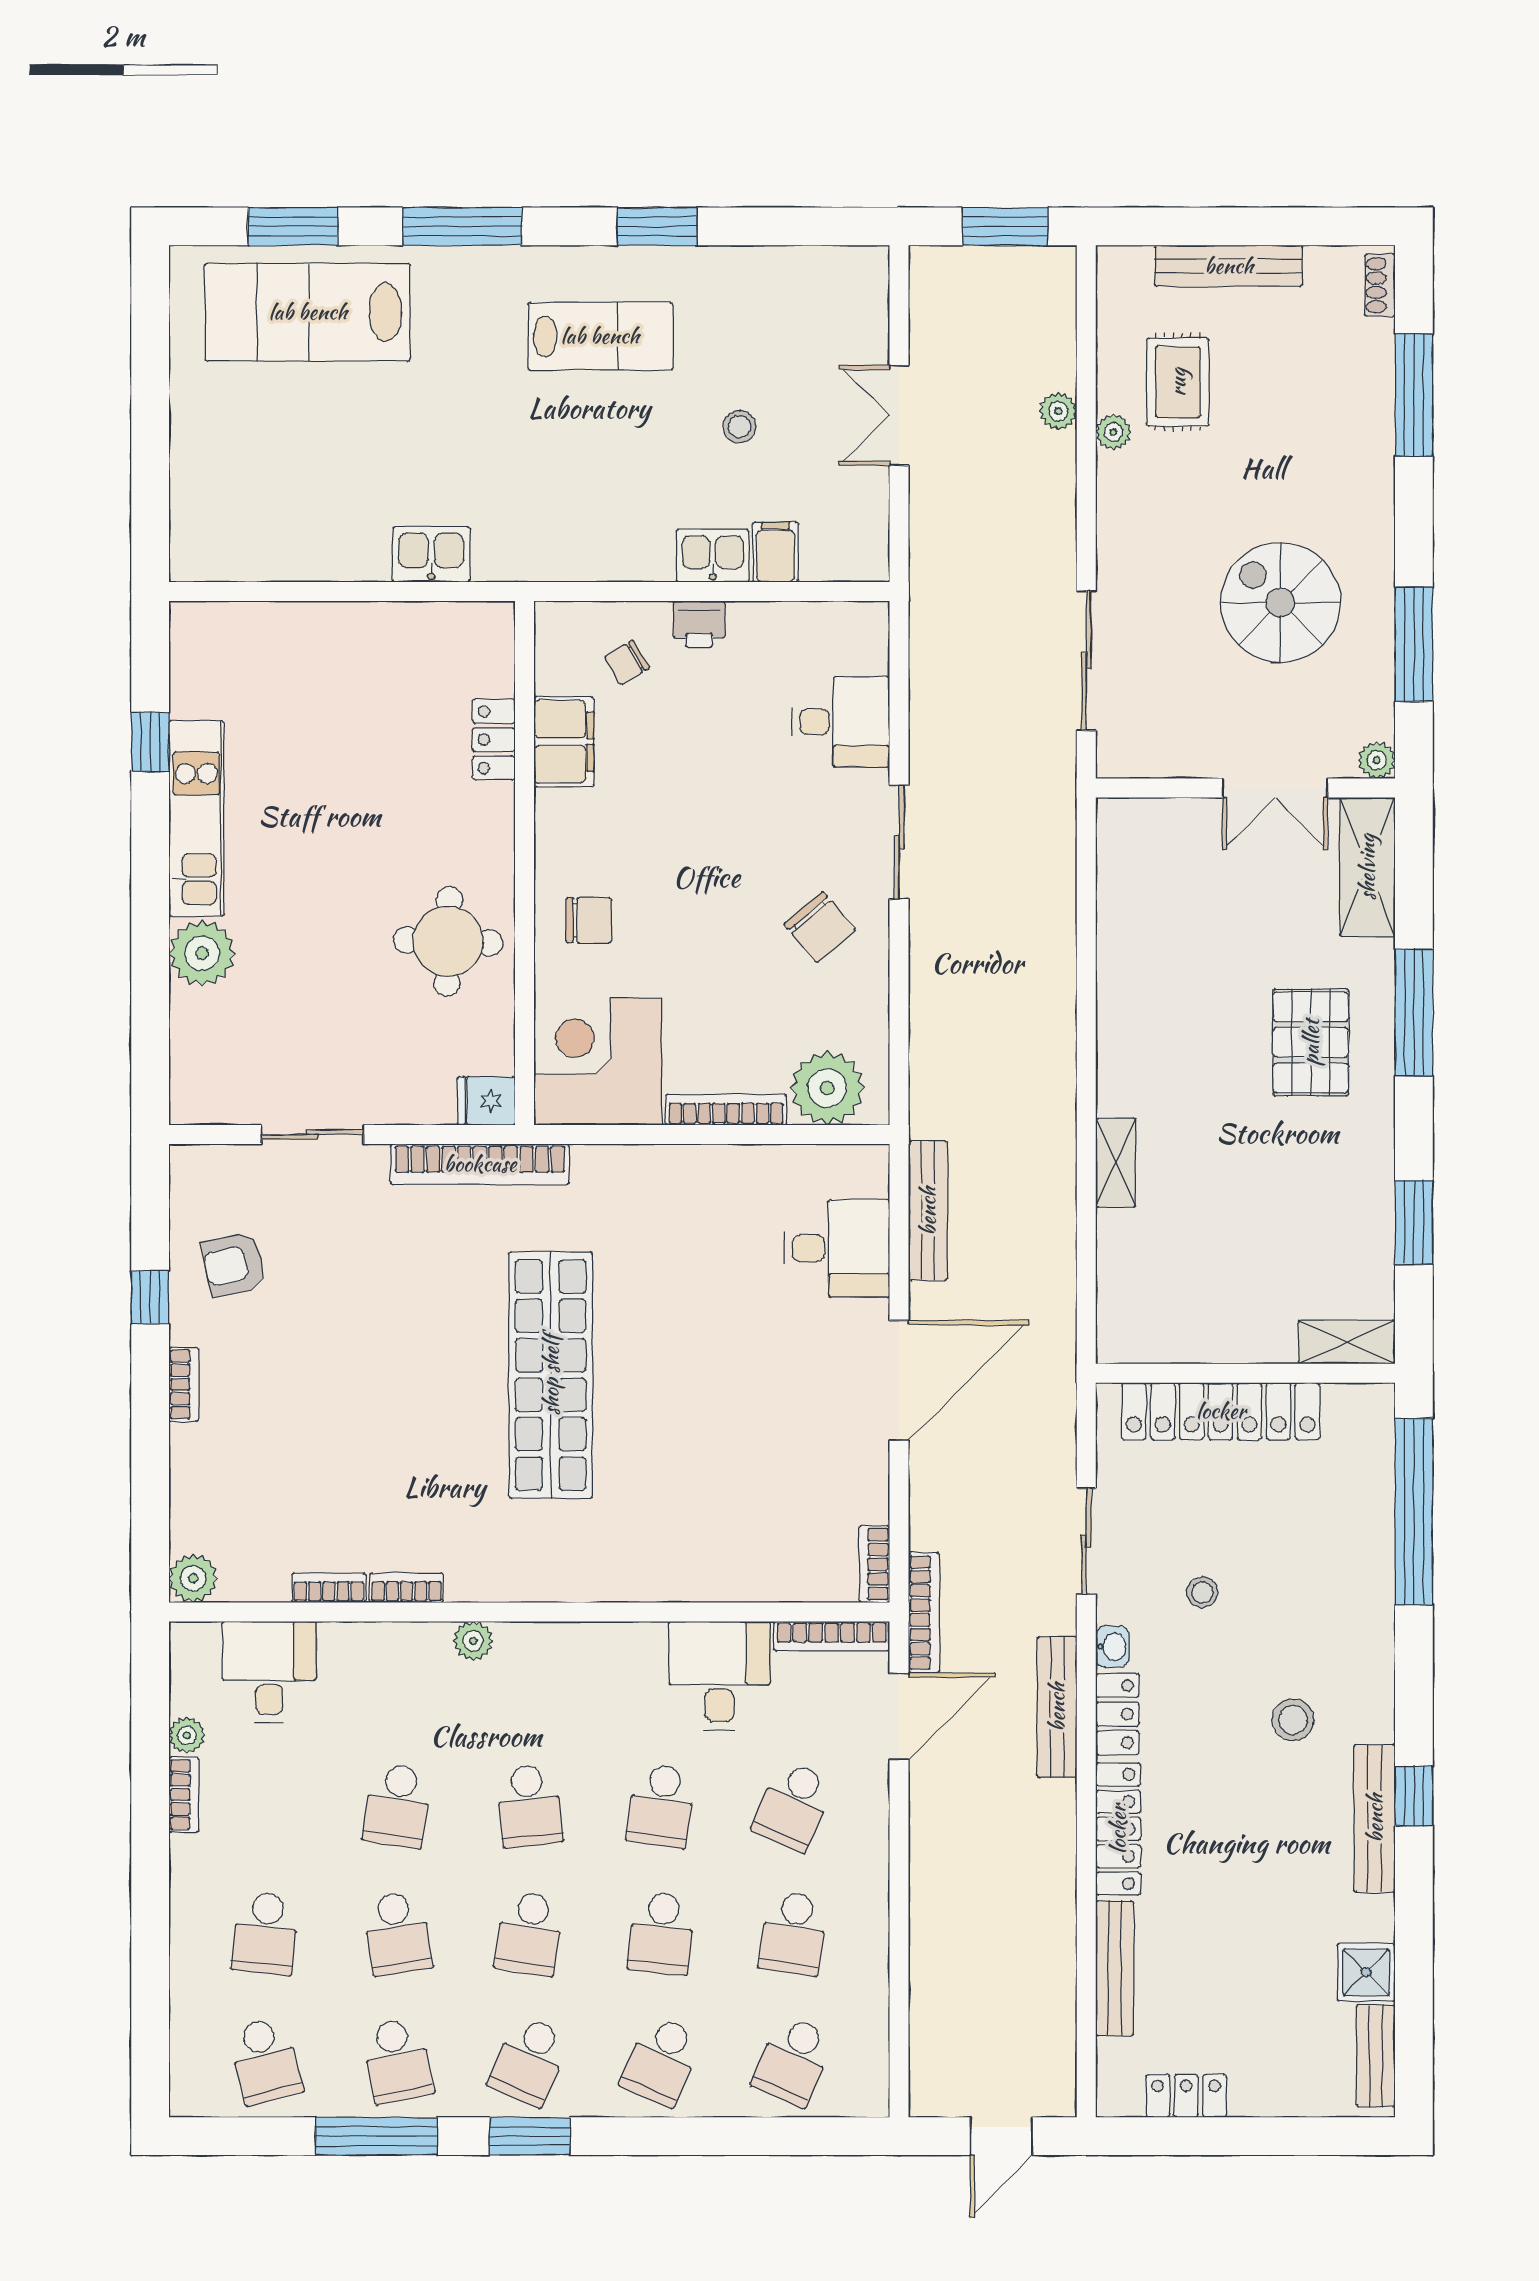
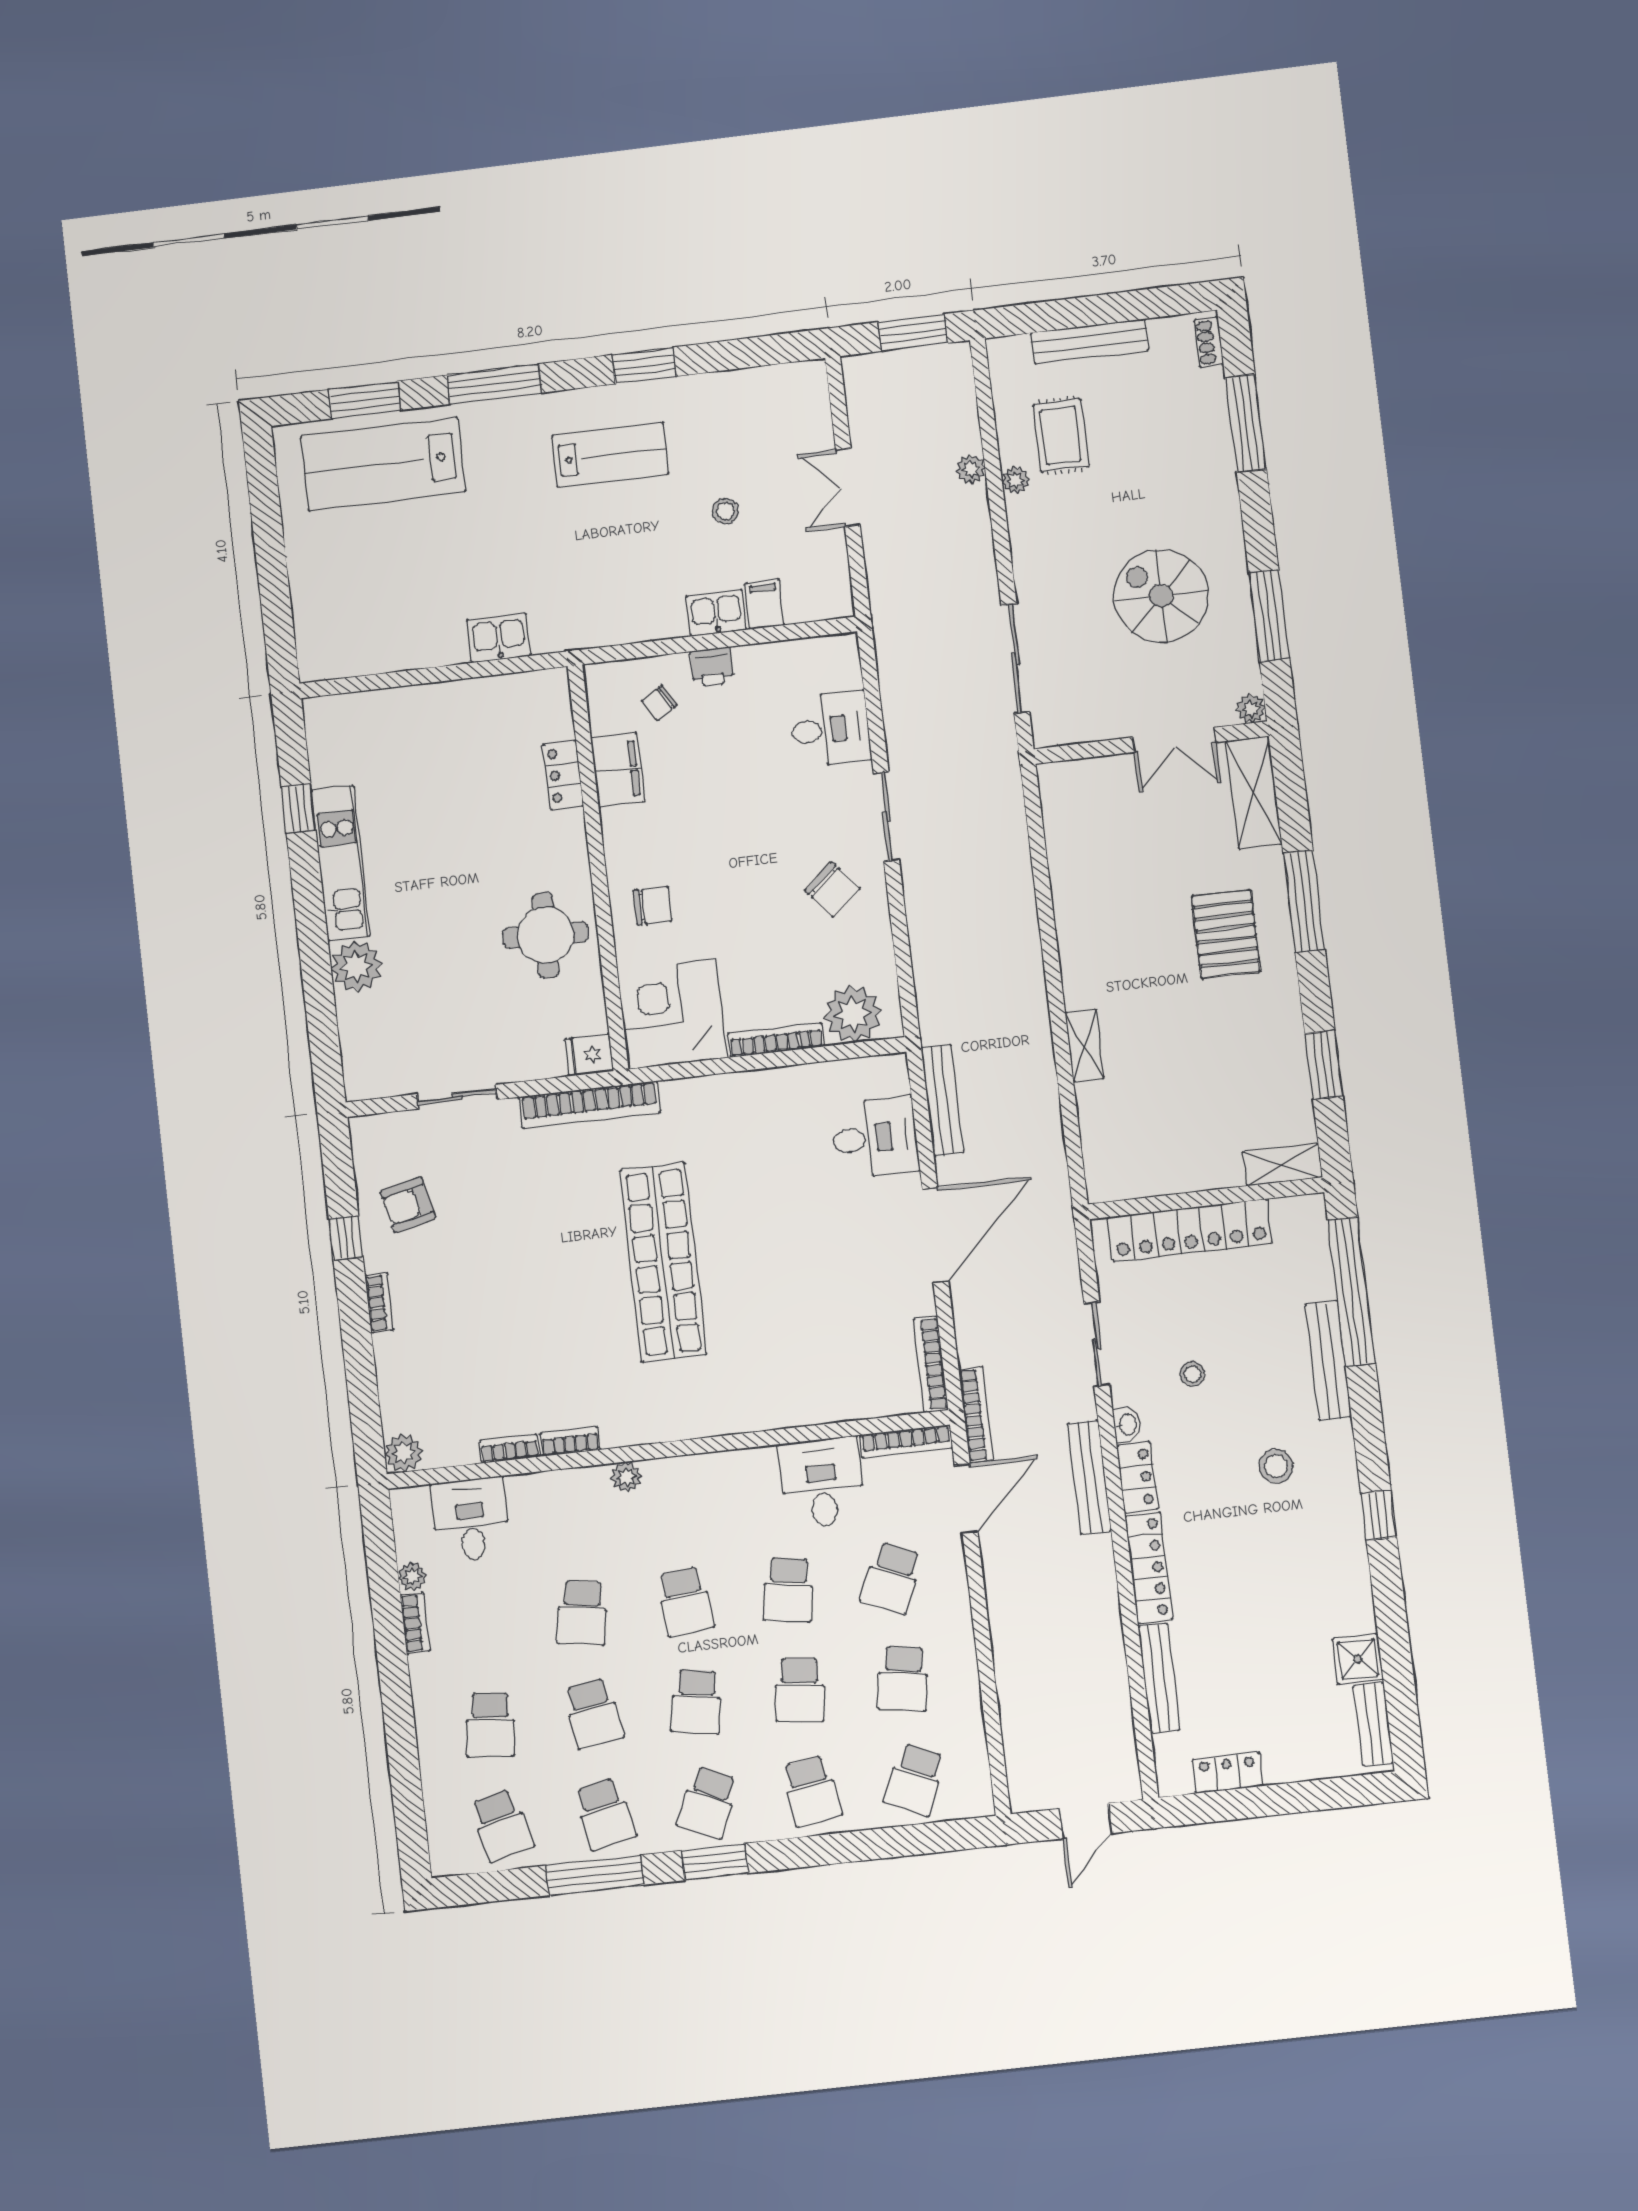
bookcase: (874, 1564) -> (931, 1364), width x1.56
bench: (1375, 1818) -> (1328, 1361), moved
school desk: (661, 2061) -> (811, 1791), turned -33

